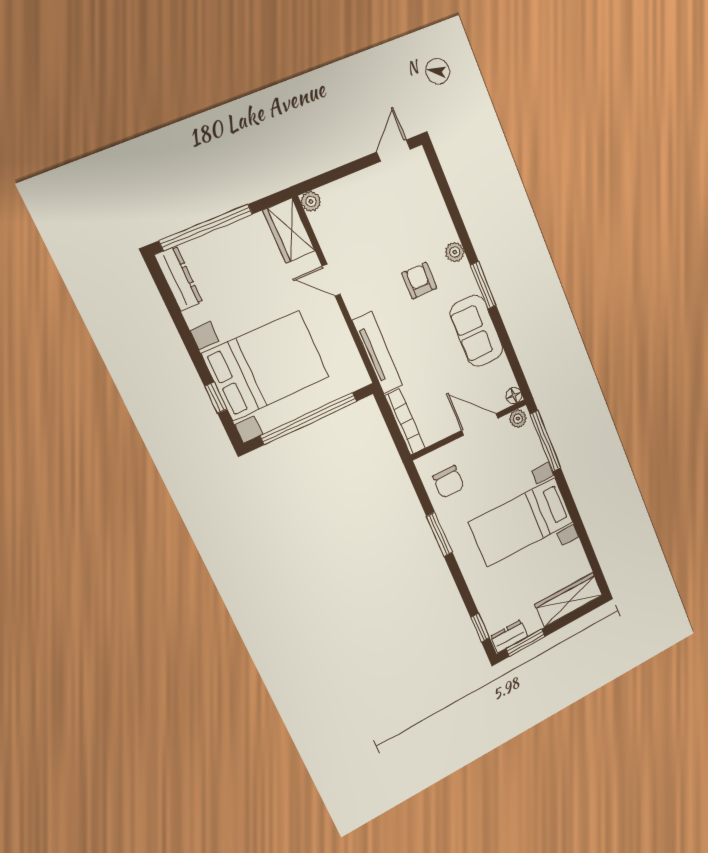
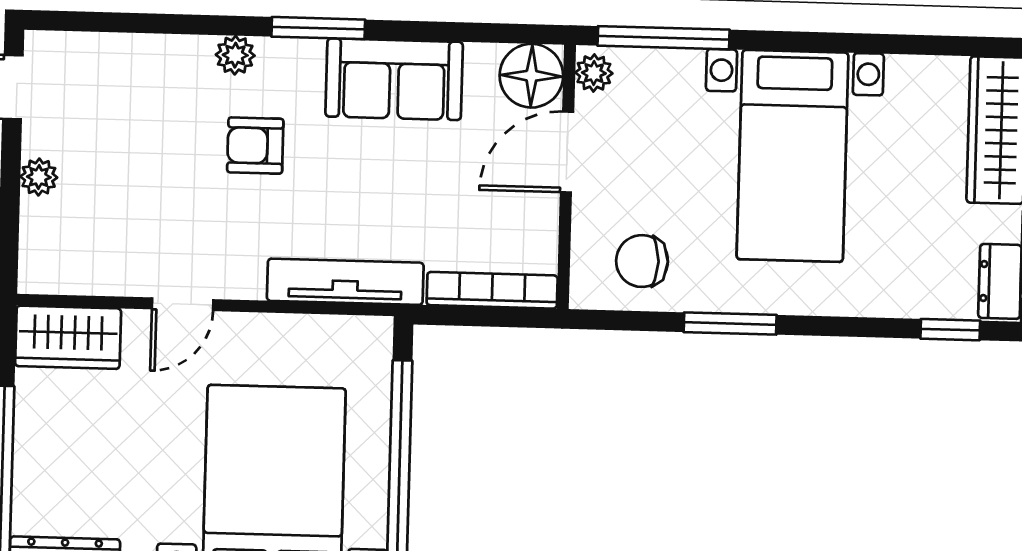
plant: (311, 201) -> (39, 177), moved
floor lamp: (514, 396) -> (531, 76), width x1.89, depth x1.89
chair: (448, 482) -> (642, 261), turned 180

